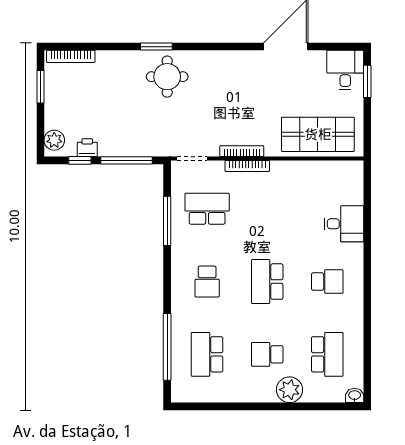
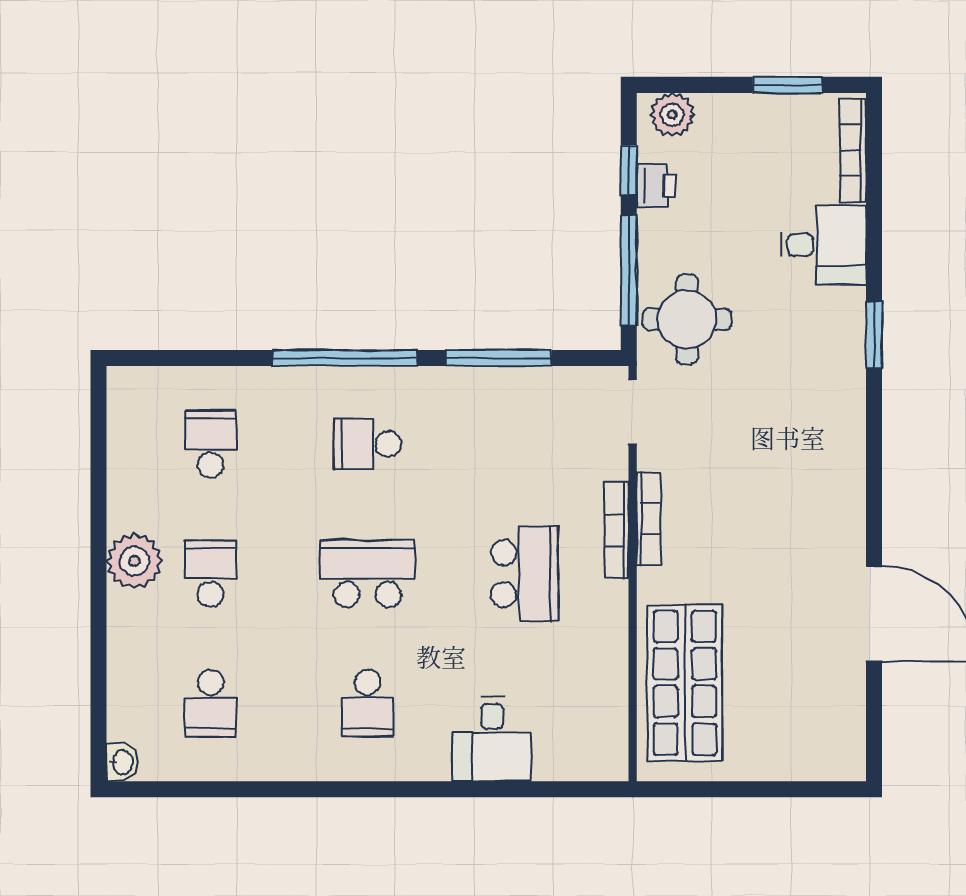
desk: (345, 70) -> (824, 245), moved
round table: (167, 77) -> (687, 319), moved
window: (367, 81) -> (799, 789), removed
school desk: (207, 209) -> (524, 574), moved
window: (167, 347) -> (345, 358), moved
school desk: (207, 354) -> (211, 444), width x0.54
school desk: (327, 354) -> (211, 703), width x0.54
plant: (289, 390) -> (134, 561), moved

